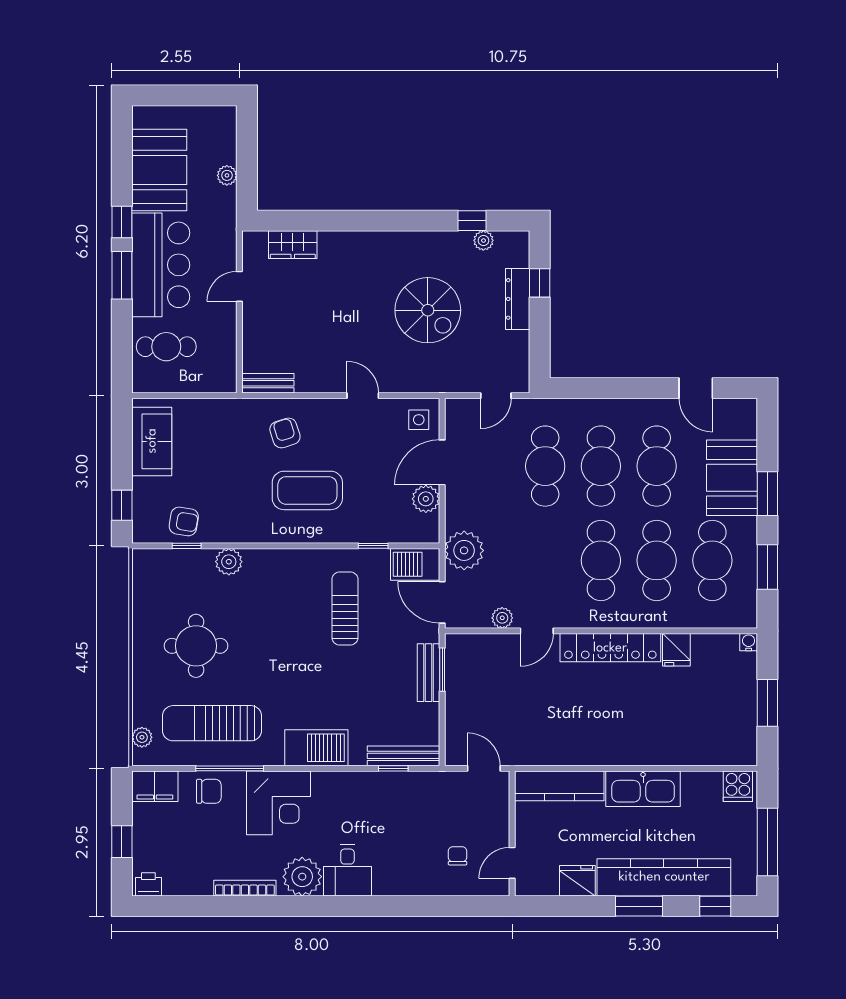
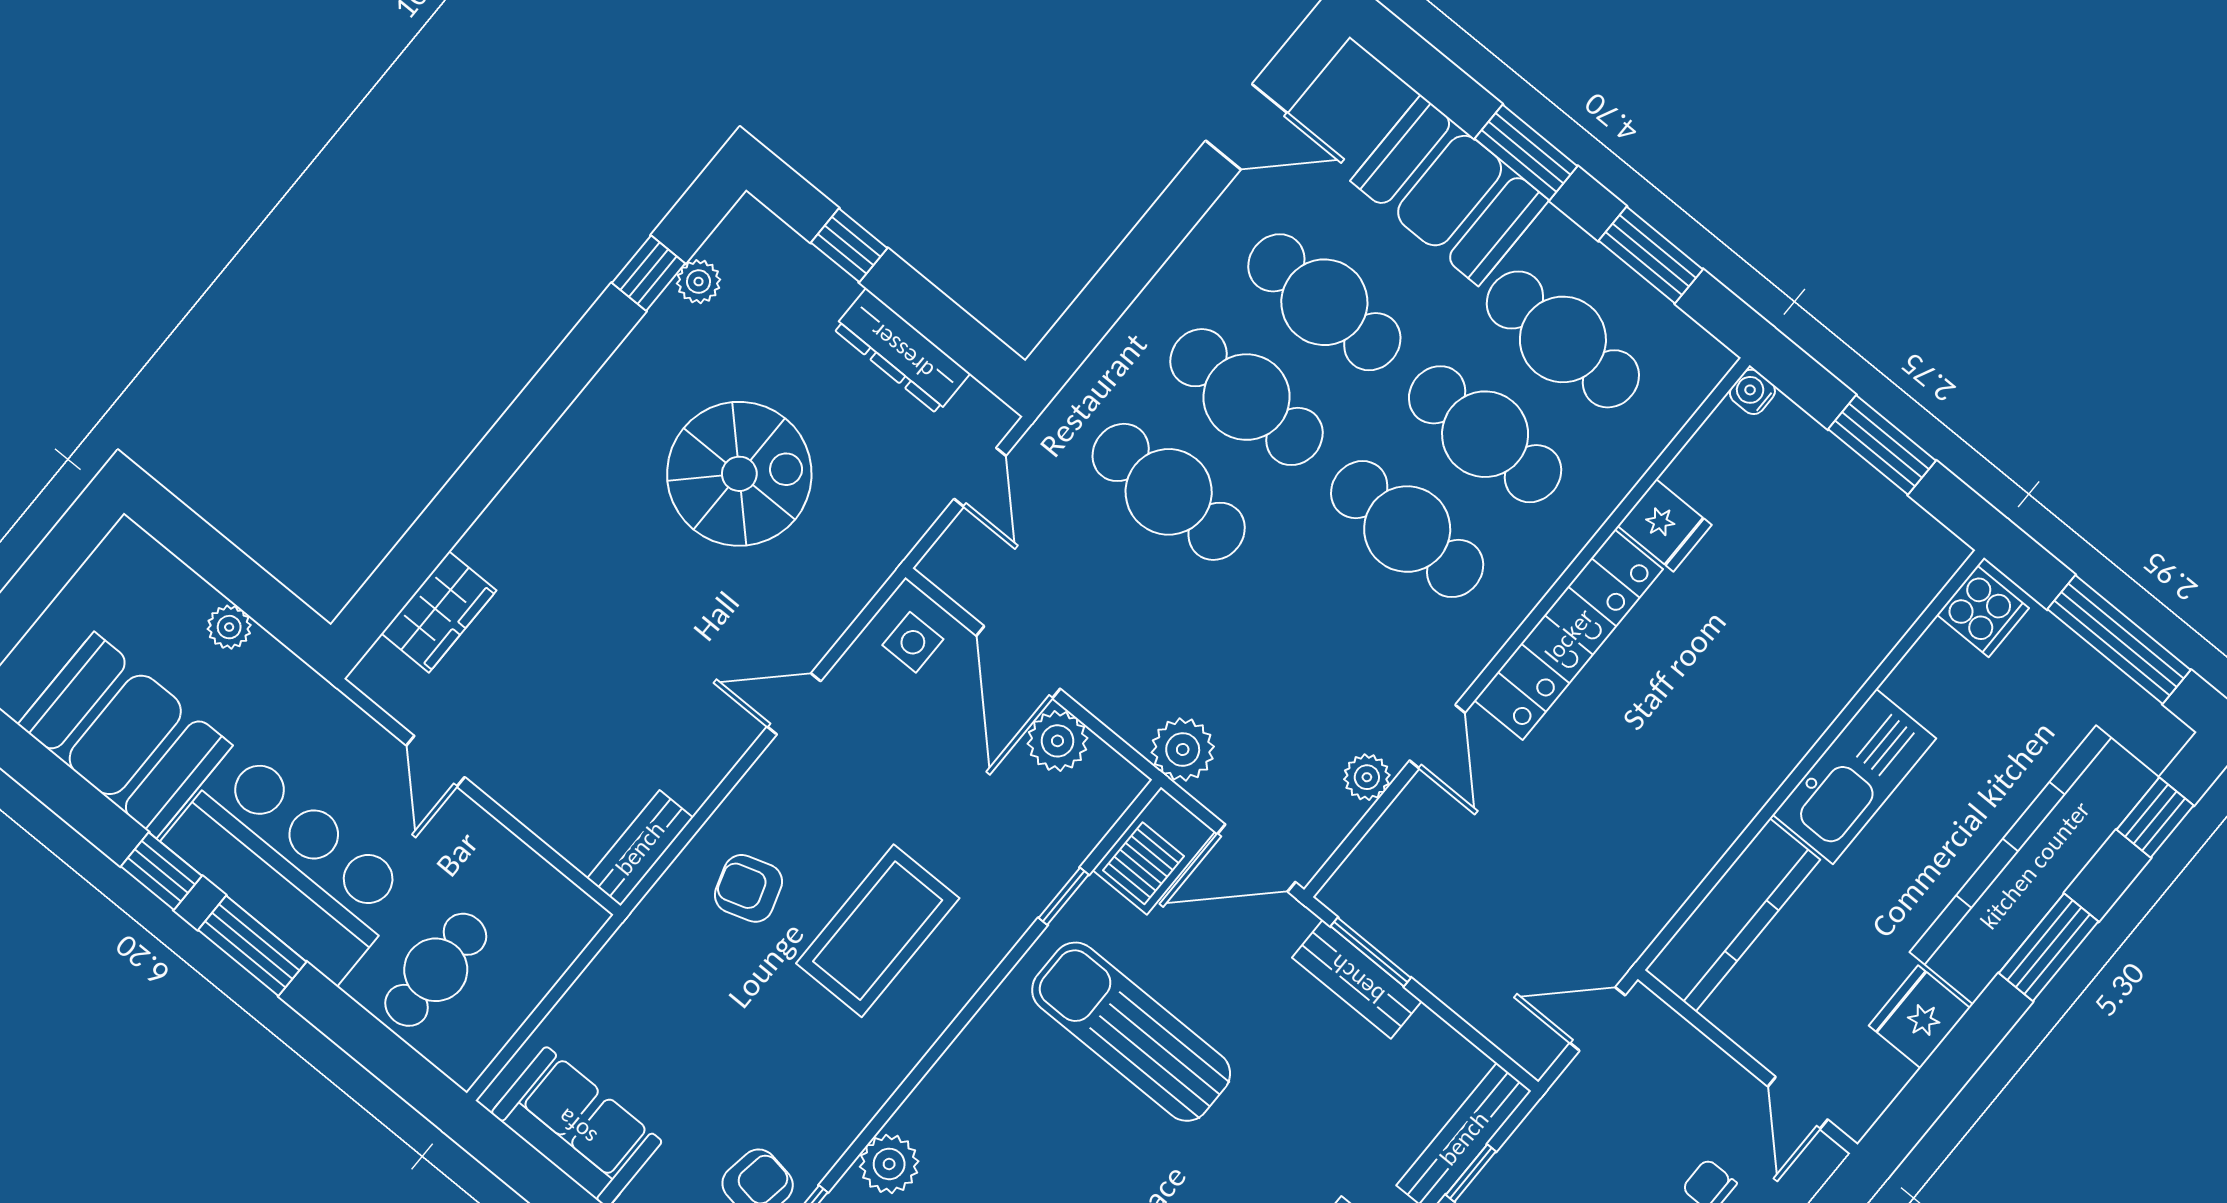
dresser: (518, 299) -> (902, 351), moved
plant: (464, 550) -> (1183, 750), width x0.73, depth x0.73
sun lounger: (345, 608) -> (1131, 1032), width x1.36, depth x1.34

